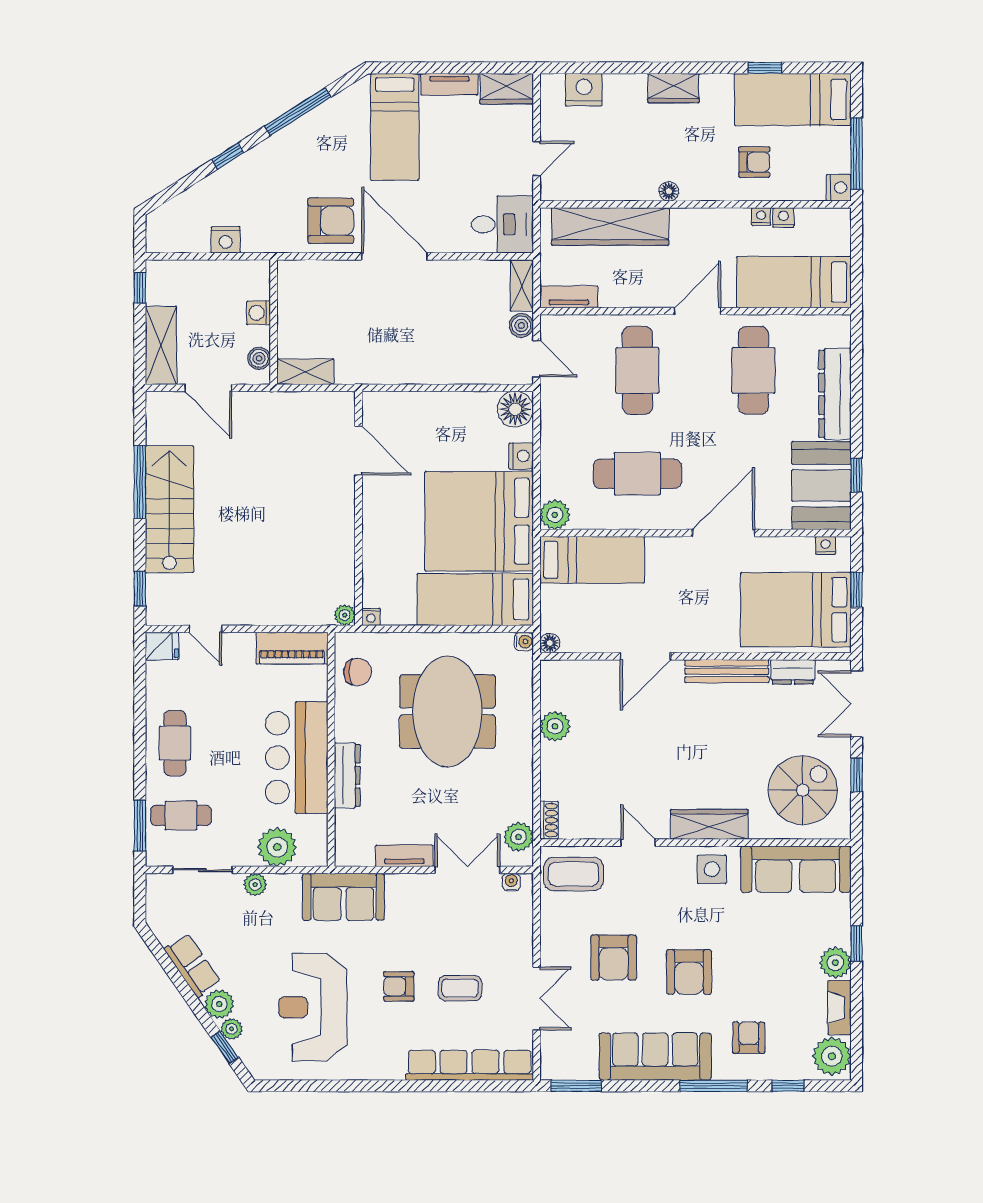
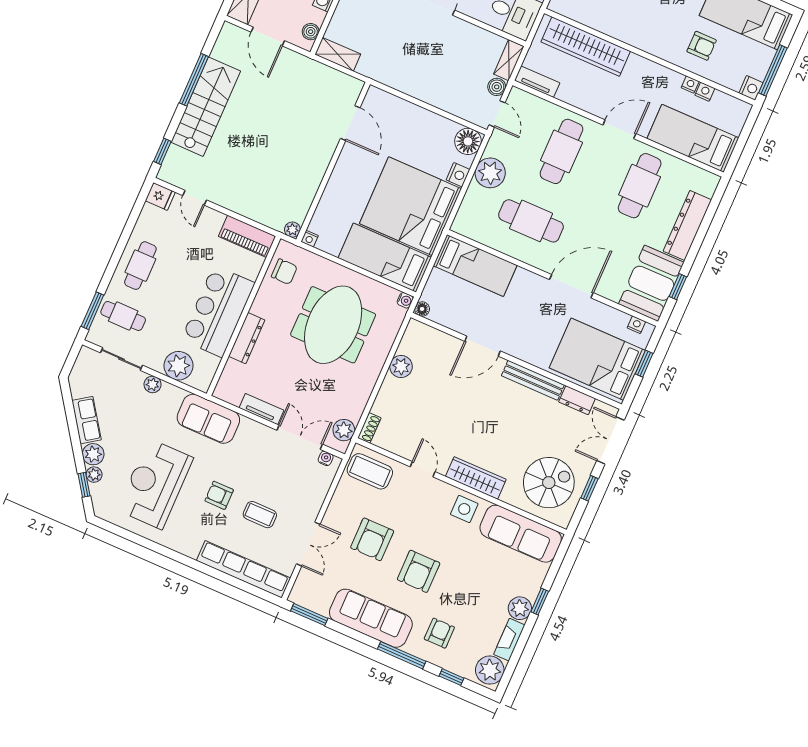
floor lamp: (669, 191) -> (636, 40), removed
plant: (555, 515) -> (490, 173), moved, width x1.36, depth x1.36

